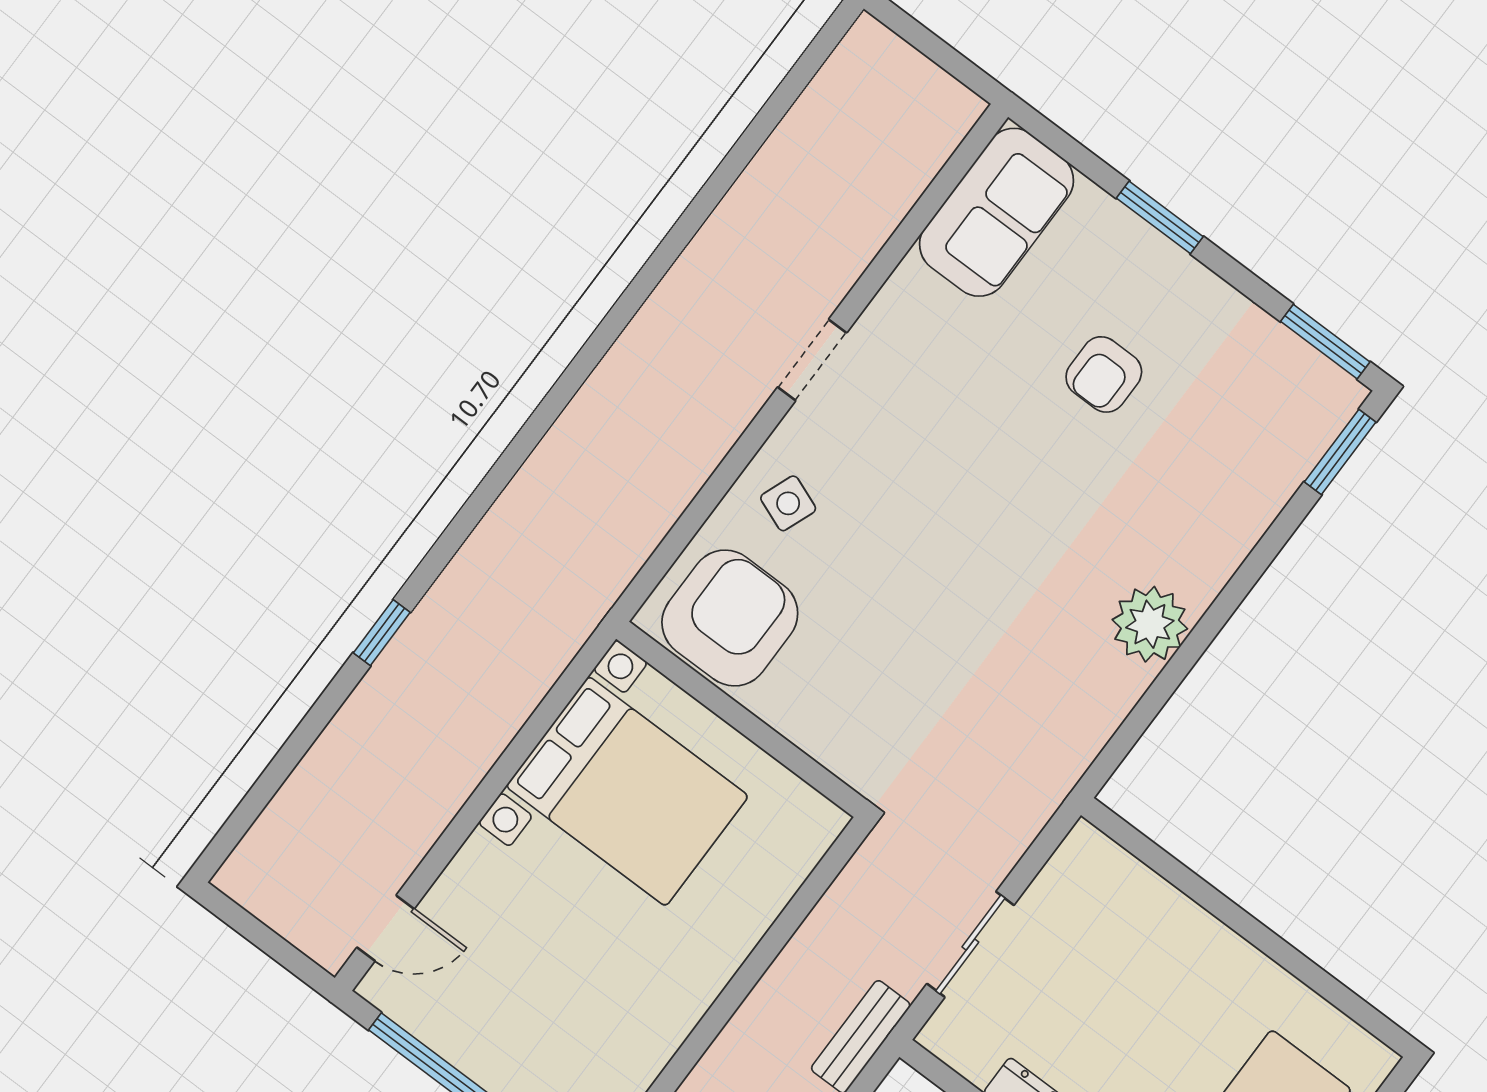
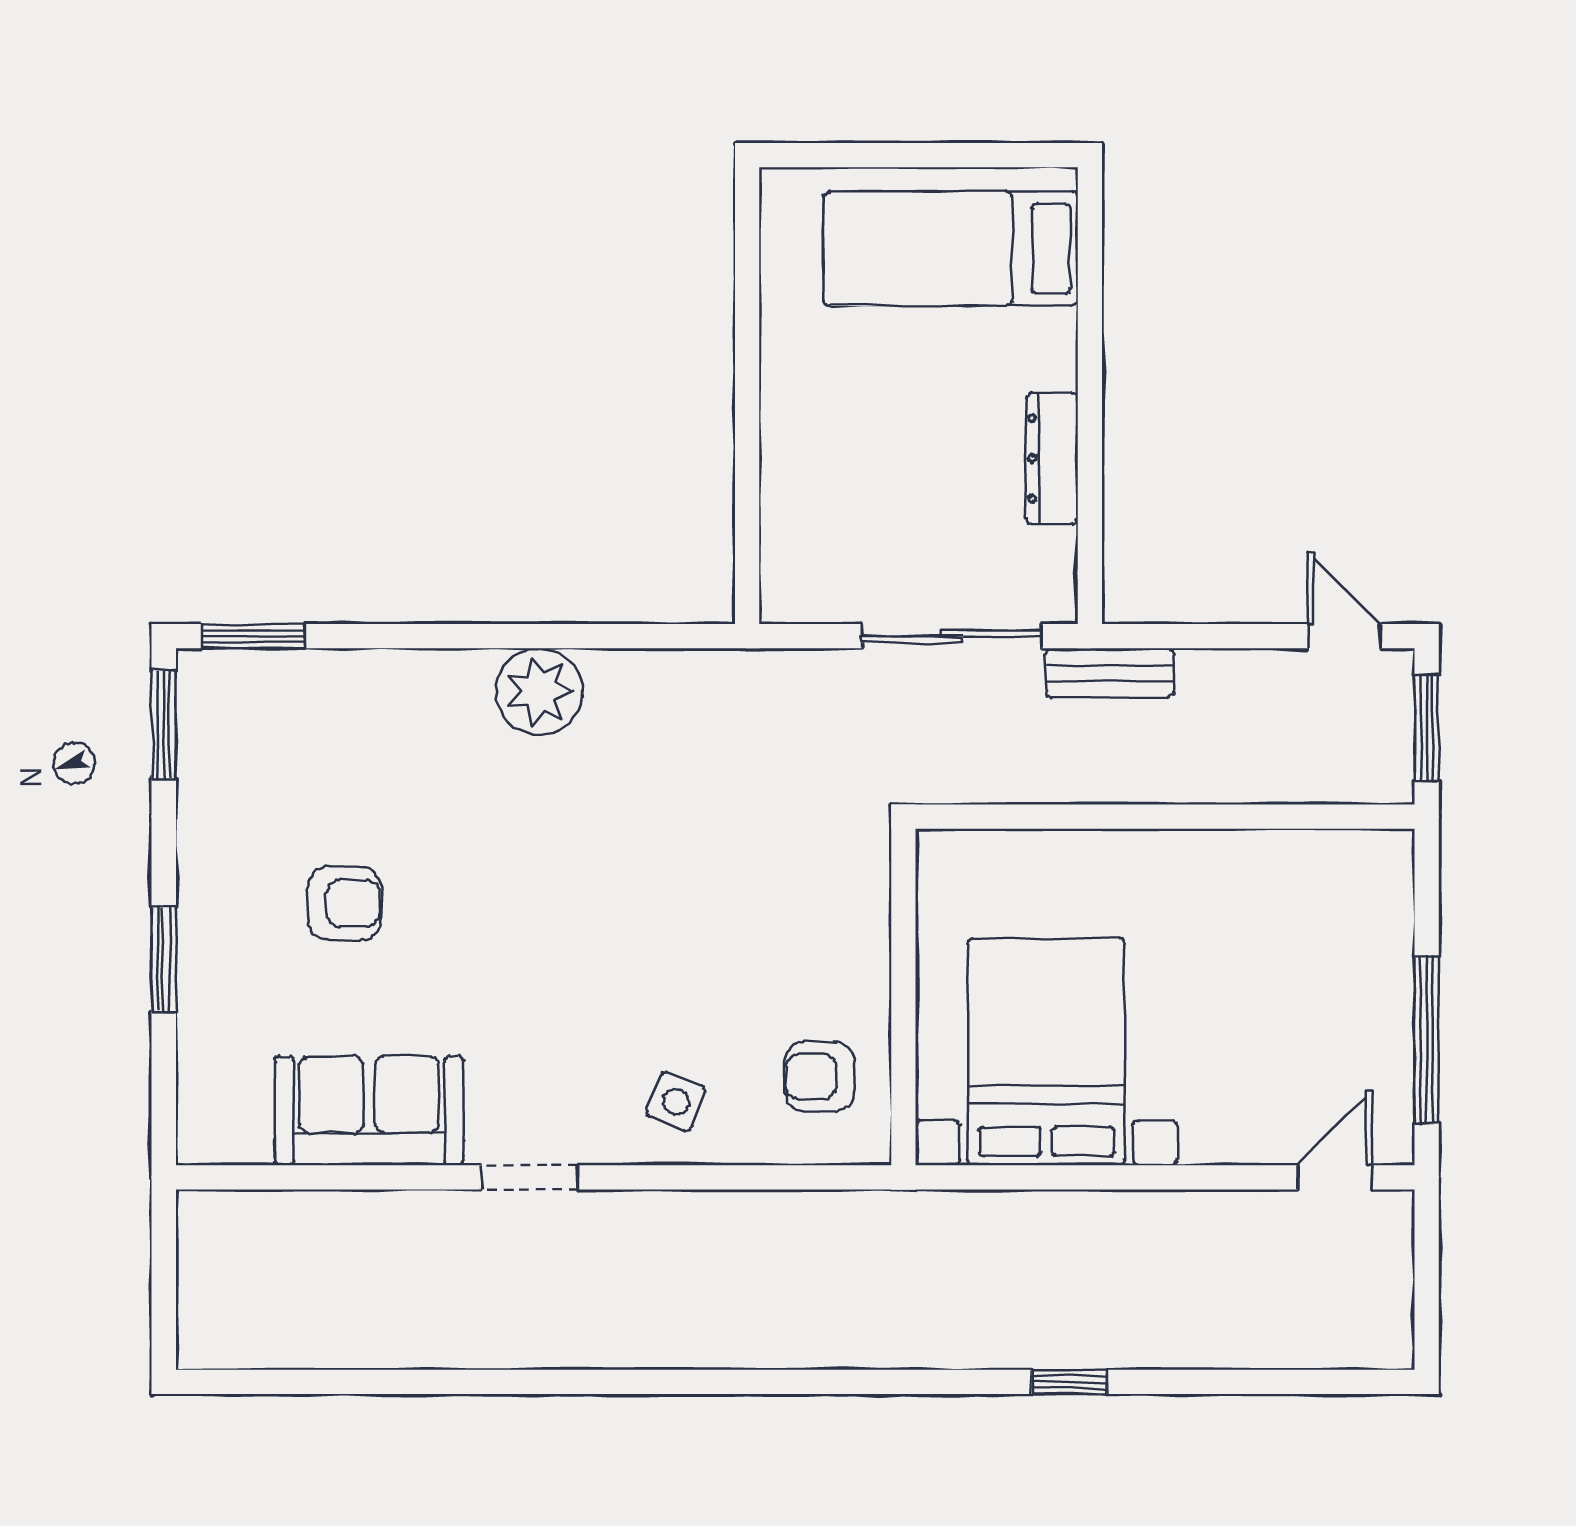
sofa: (997, 212) -> (369, 1111), moved
armchair: (730, 618) -> (819, 1076), width x0.53, depth x0.53
door: (386, 928) -> (1335, 1177), hinge flipped
sliding door: (970, 944) -> (952, 636), width x1.37

